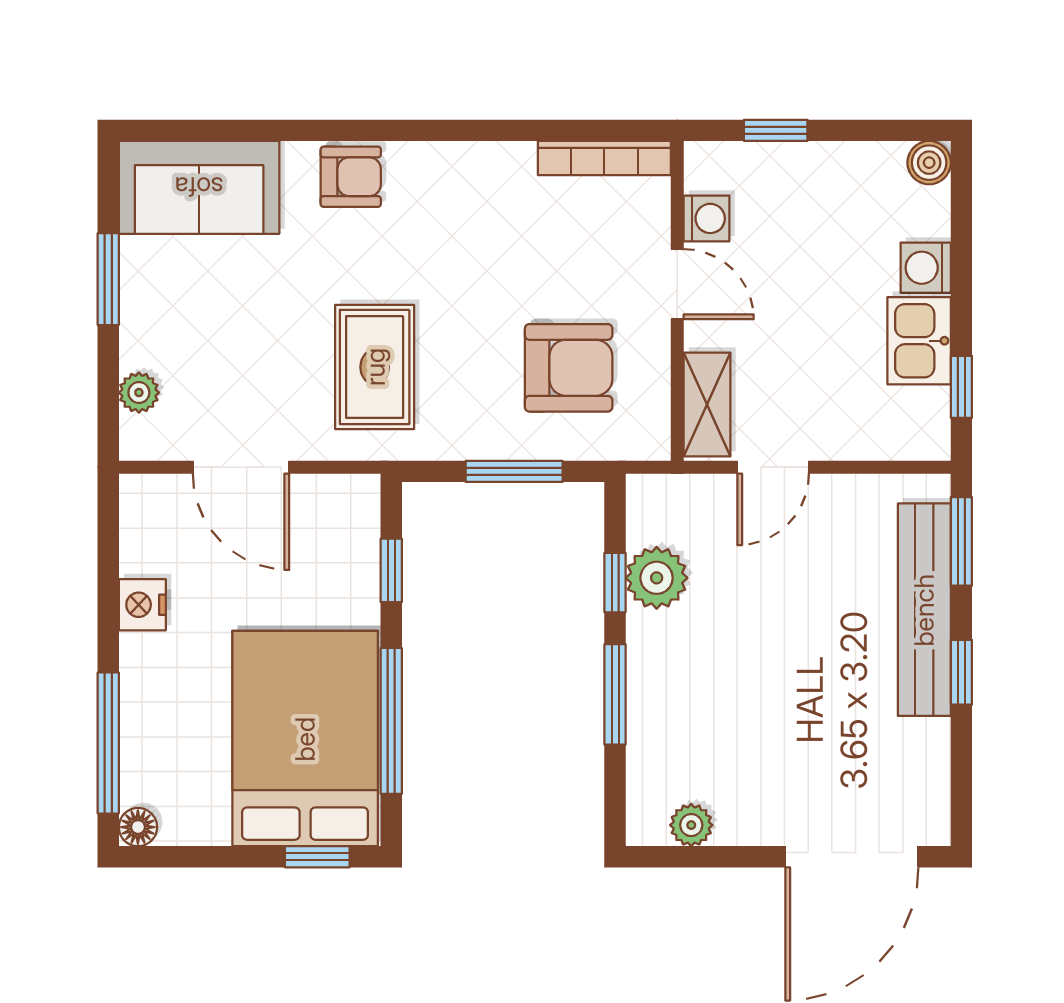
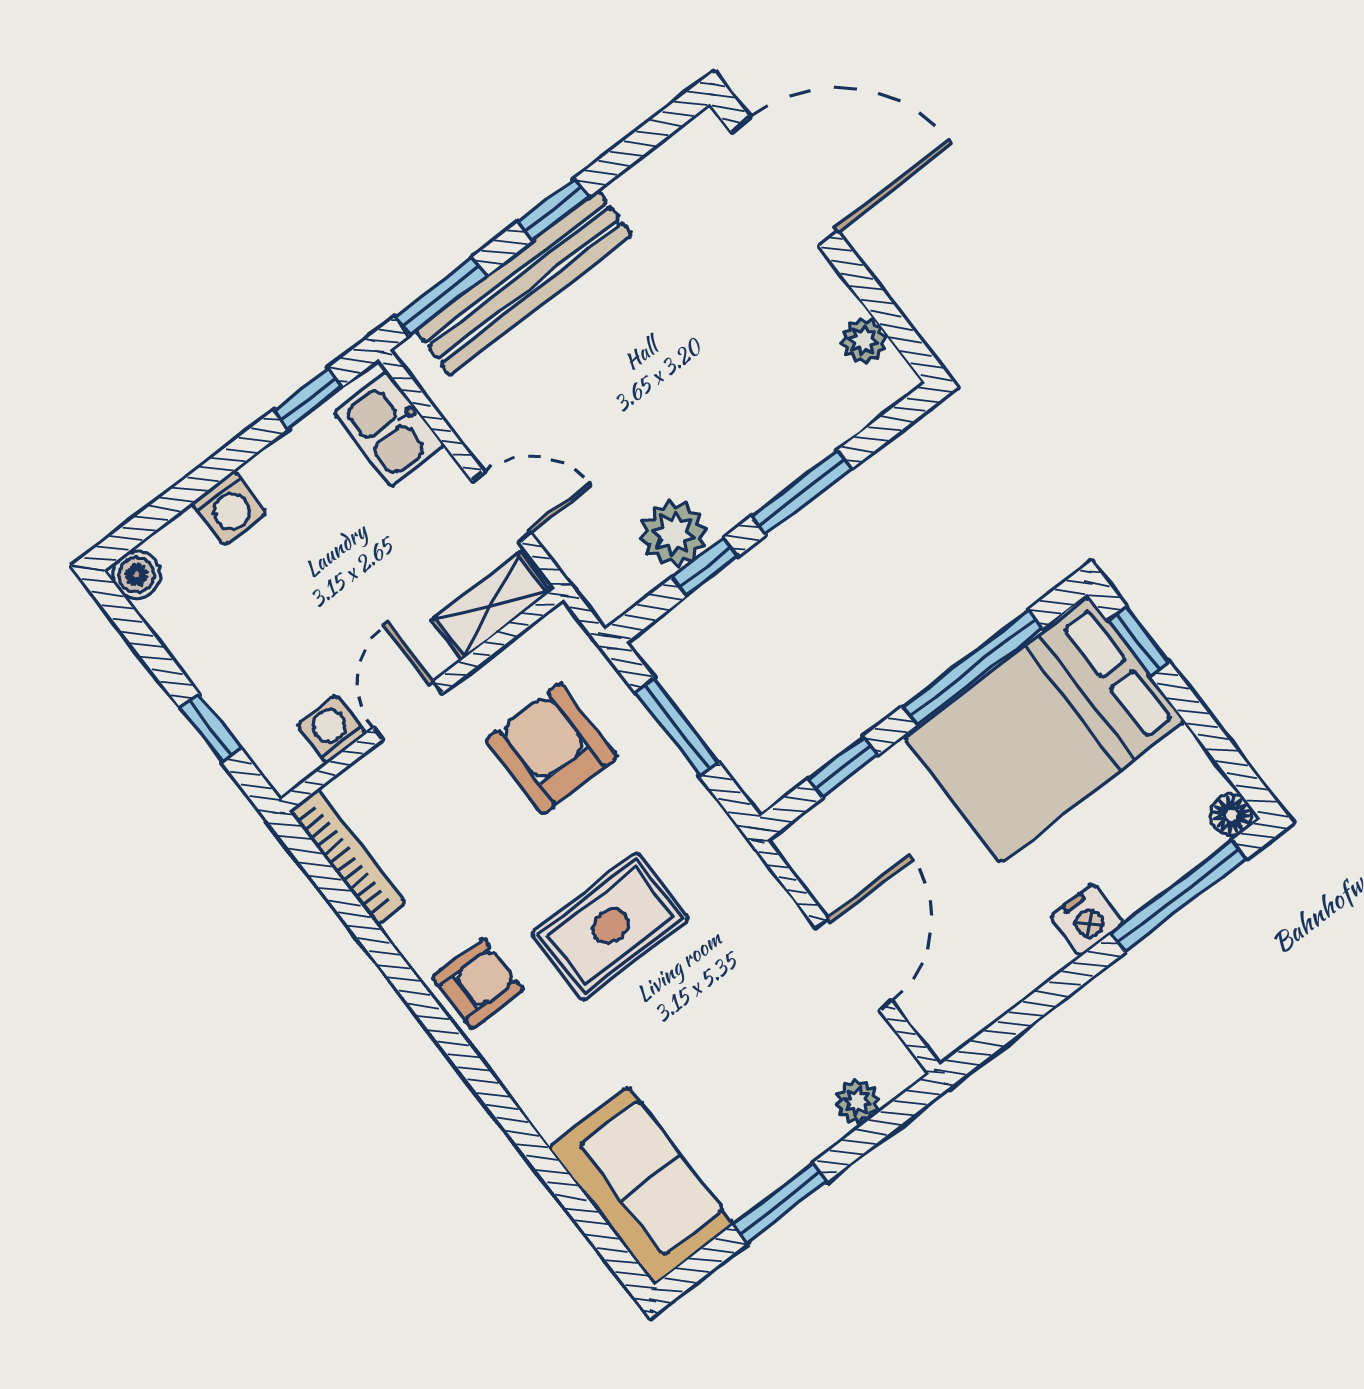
armchair: (351, 177) -> (478, 983), moved, turned 90
kitchen sink: (919, 341) -> (389, 429), moved, turned 90
rug: (375, 367) -> (610, 926), moved
nightstand: (142, 605) -> (1087, 920), moved

